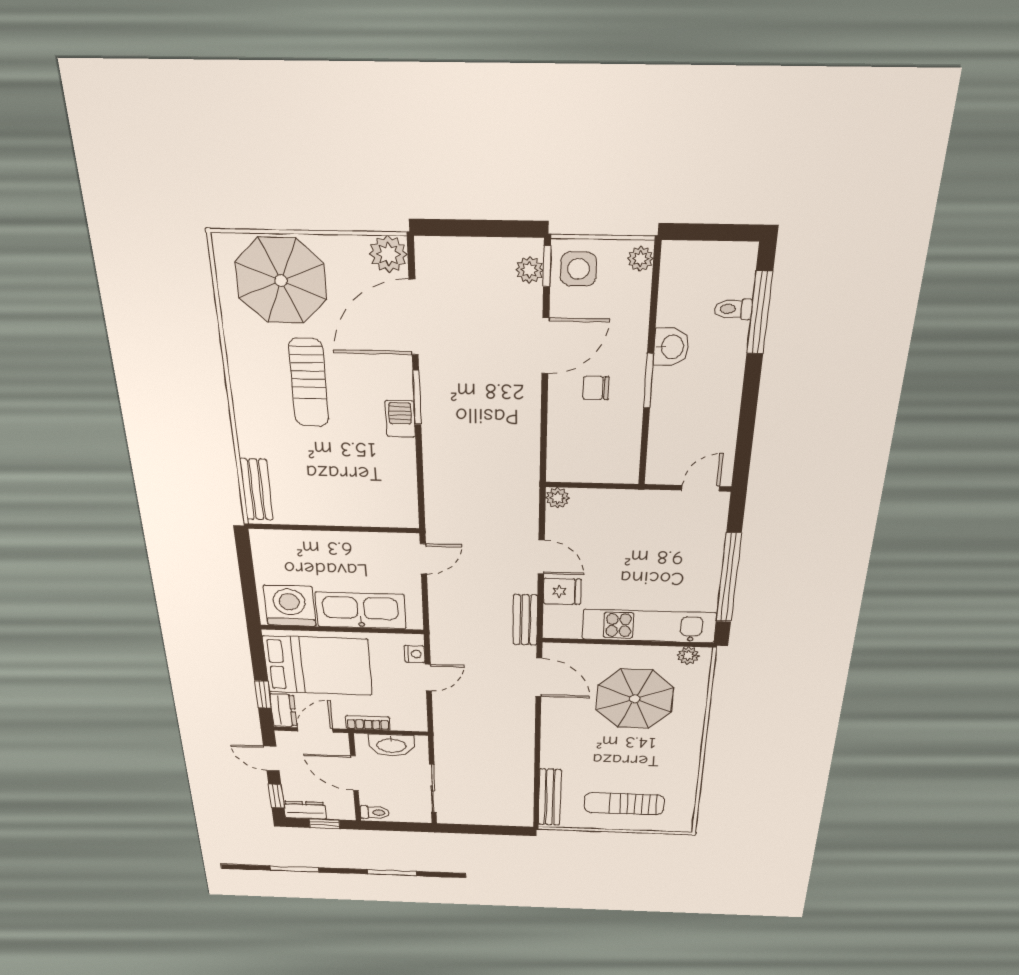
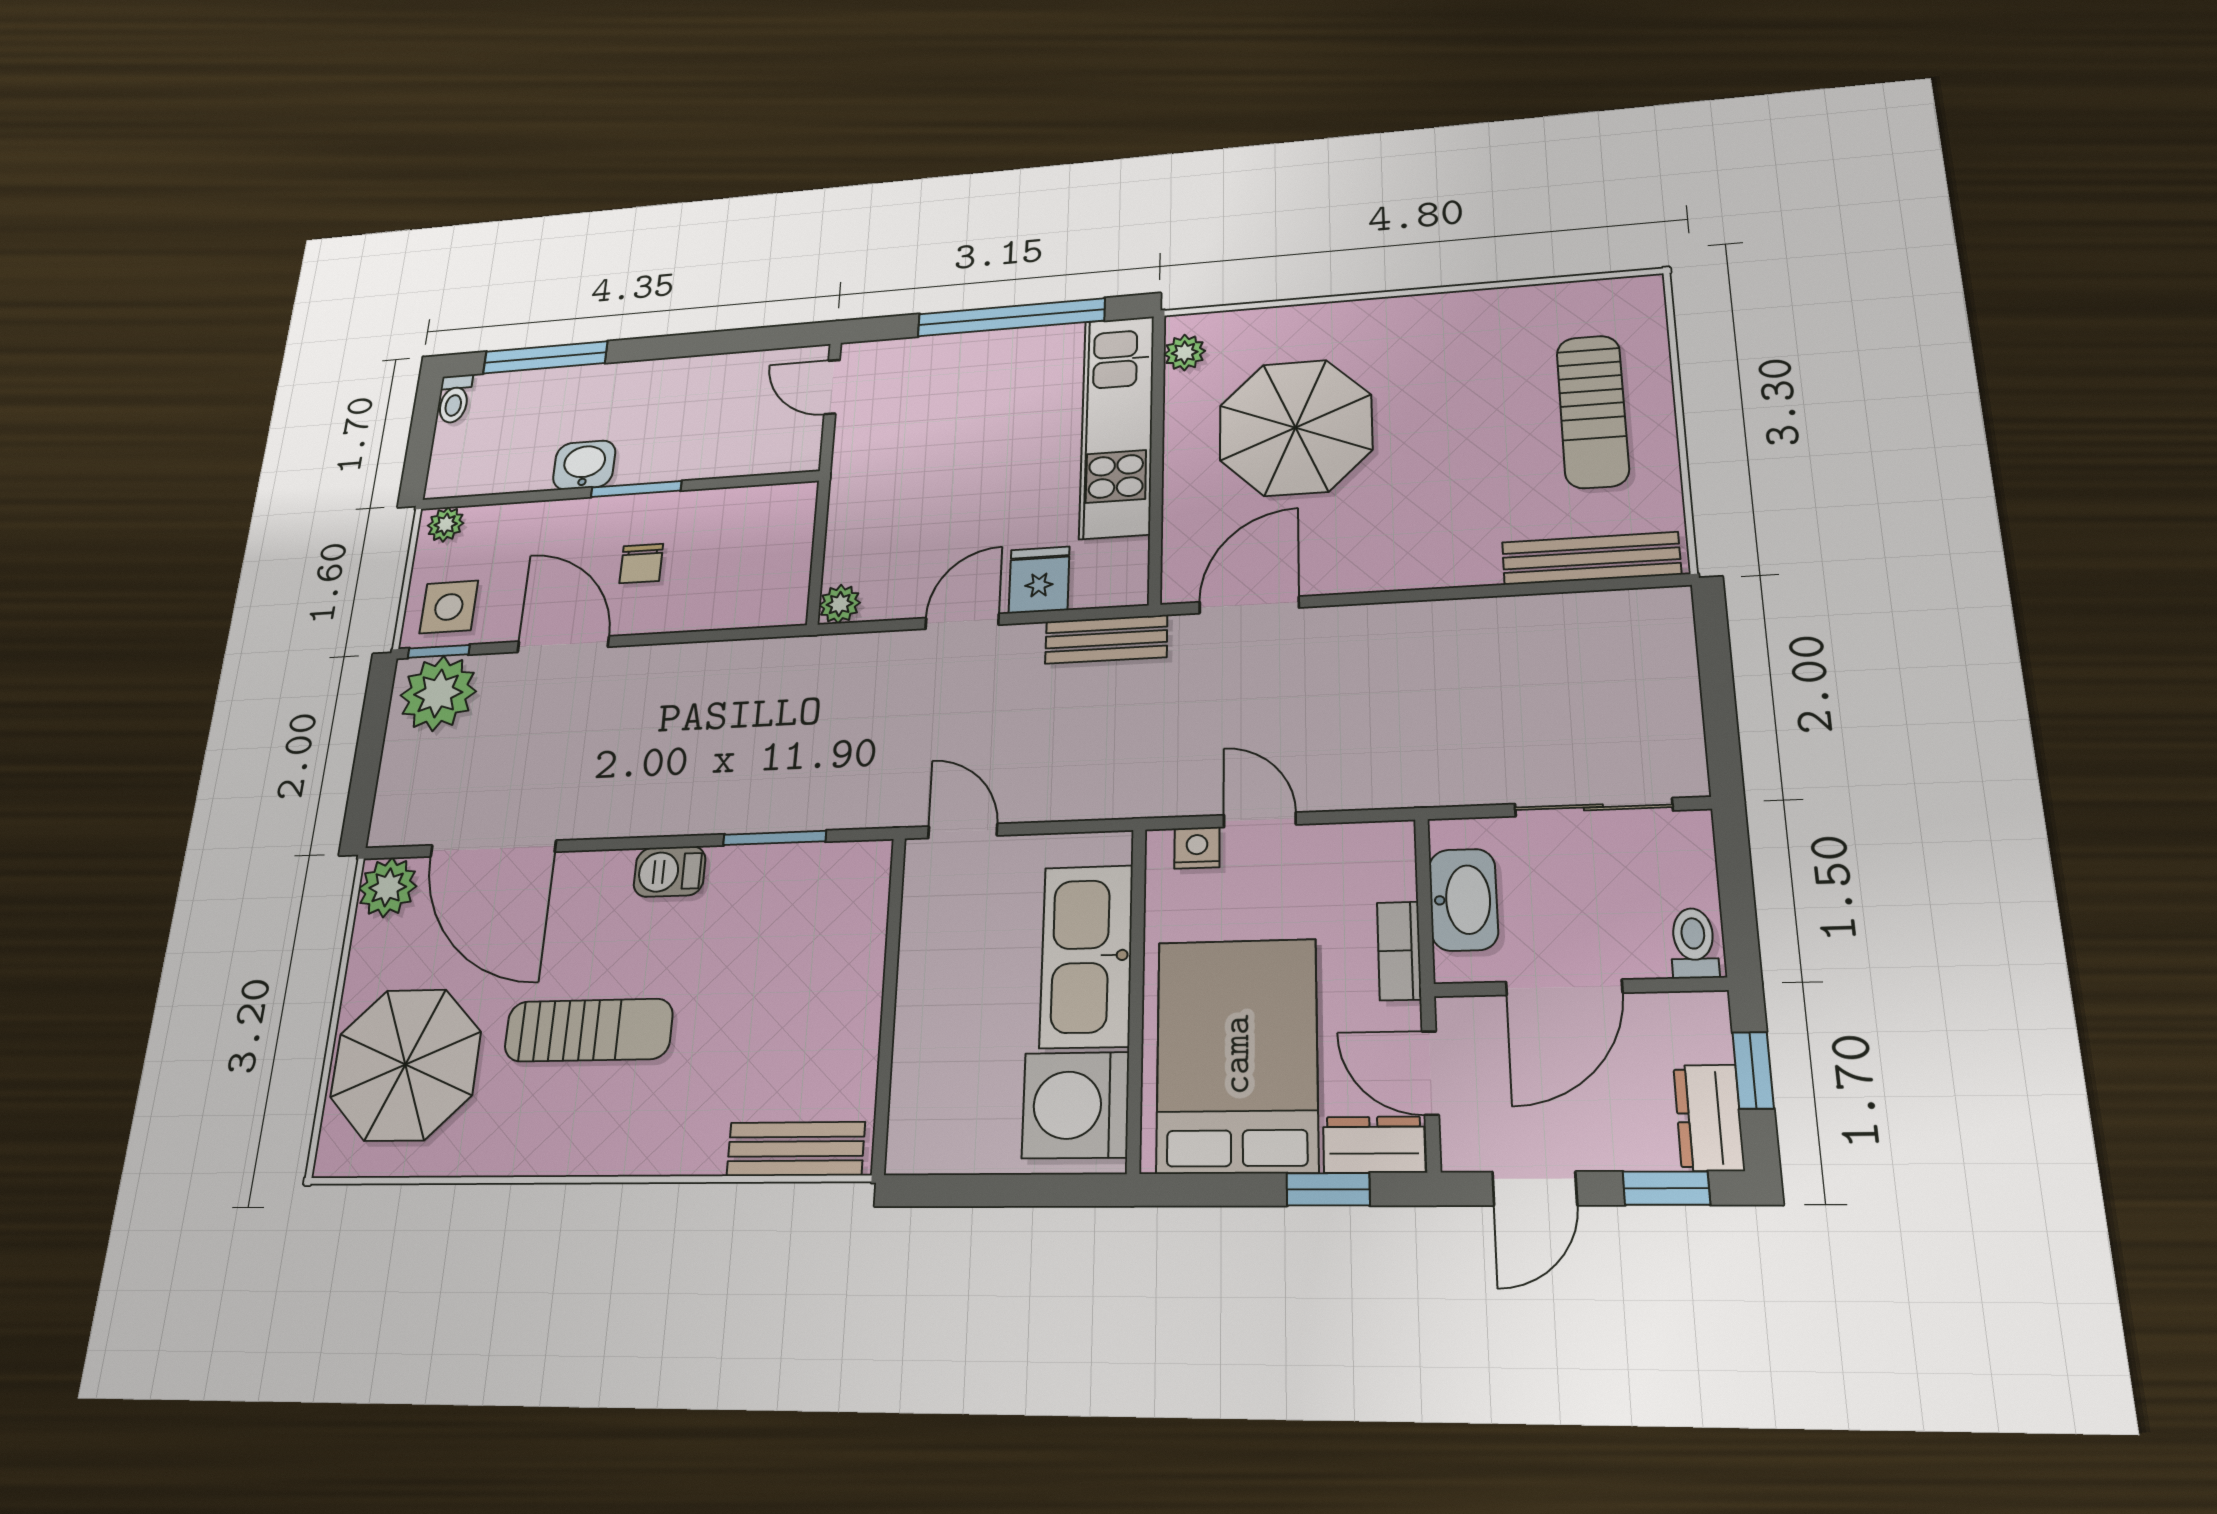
plant: (530, 270) -> (438, 693), width x1.87, depth x1.87
toilet: (733, 309) -> (454, 399), moved
window: (417, 398) -> (775, 838), moved

